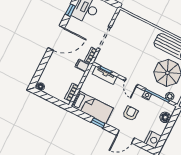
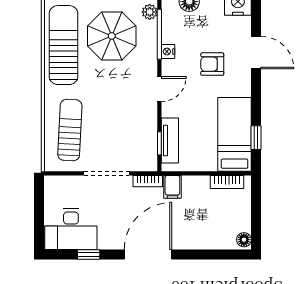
sun lounger: (133, 31) -> (70, 130), added
door: (56, 38) -> (148, 255), hinge flipped
window: (98, 123) -> (256, 138), moved

